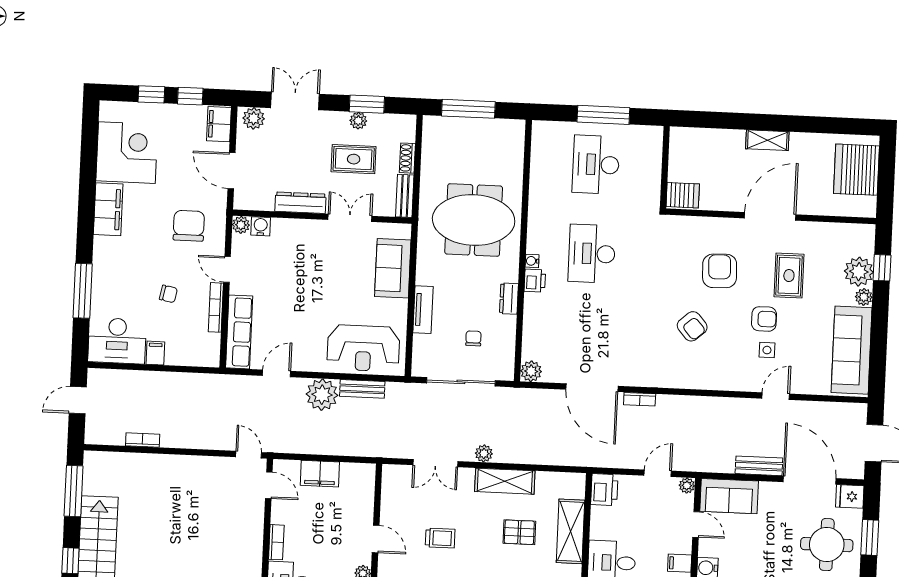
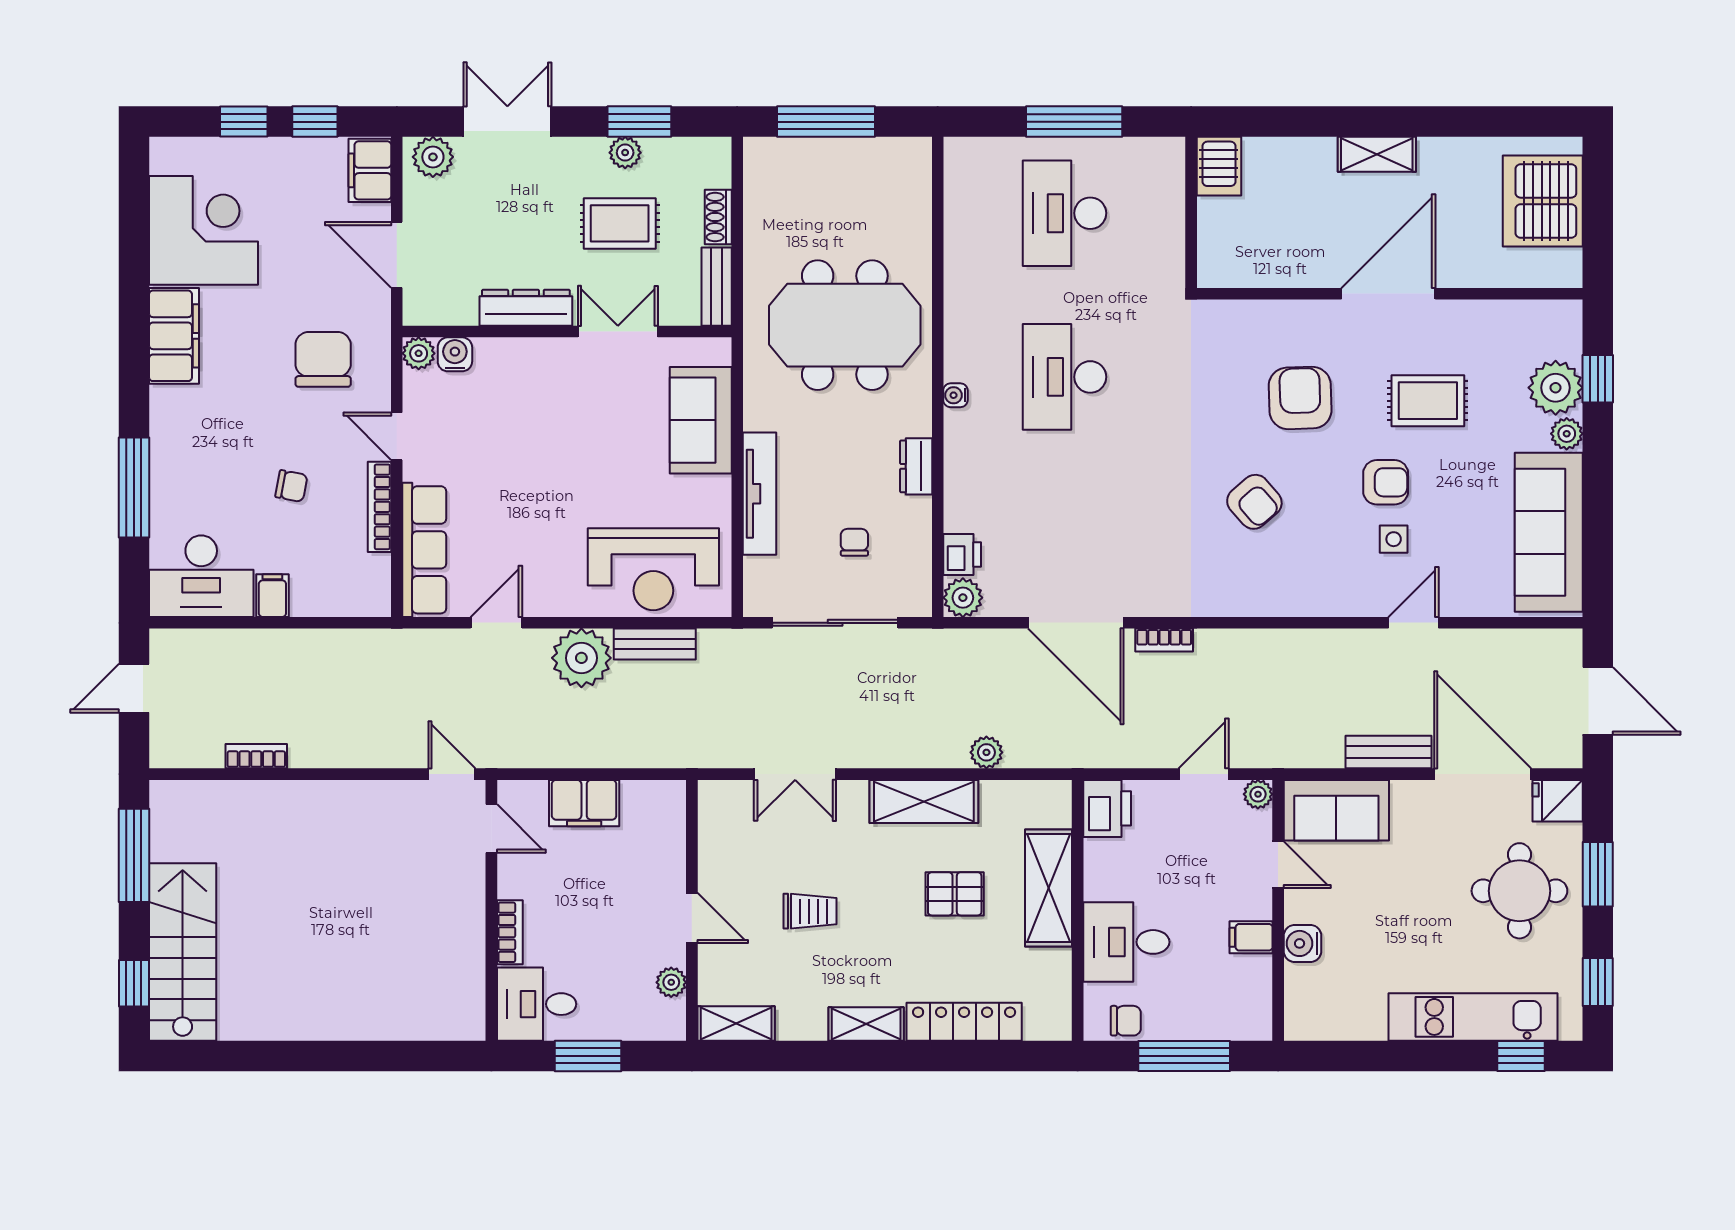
server rack: (683, 195) -> (1219, 166), moved, turned 90
rug: (789, 276) -> (1428, 401), turned 90
printer: (535, 281) -> (962, 554), moved
tv unit: (423, 310) -> (760, 494), width x1.41
plant: (484, 453) -> (986, 752), moved

